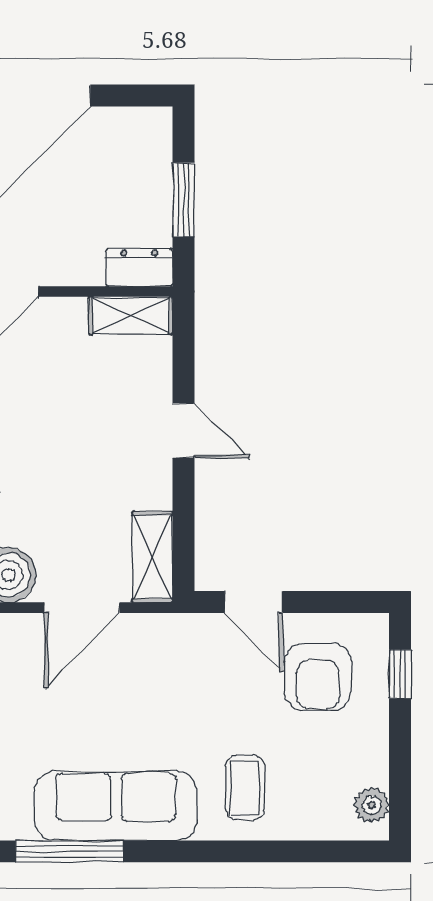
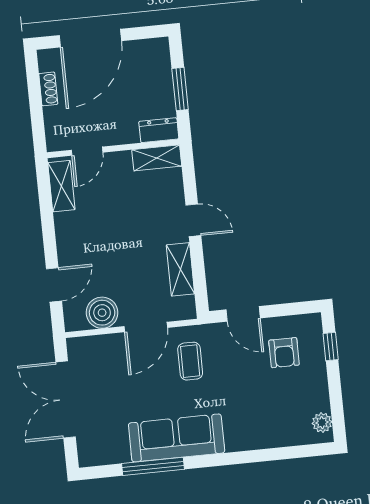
shelving: (152, 557) -> (180, 269), moved
armchair: (318, 677) -> (284, 353), width x0.72, depth x0.72
coffee table: (245, 788) -> (190, 361), moved

